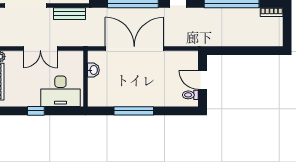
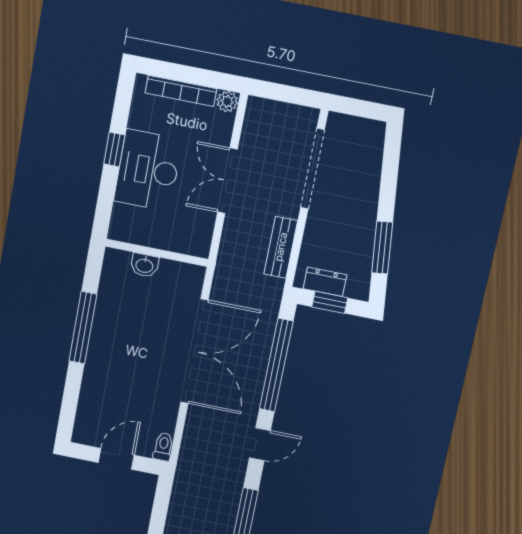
washbasin: (93, 70) -> (145, 265), moved
desk: (60, 91) -> (148, 170), moved
toilet: (190, 95) -> (163, 447), moved

